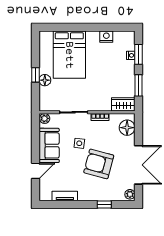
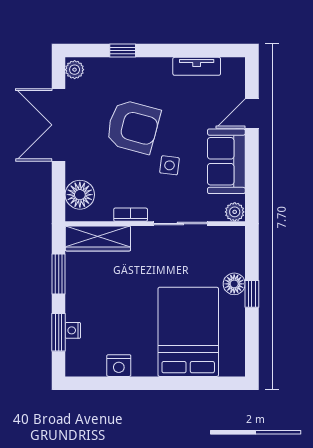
wardrobe: (123, 104) -> (98, 238), width x1.50

